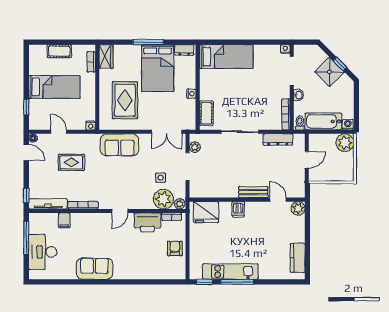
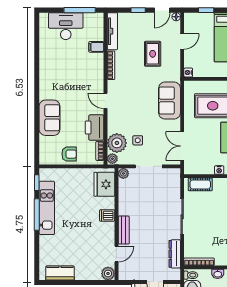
plant: (195, 147) -> (123, 173), moved
window: (26, 195) -> (138, 10), moved
sofa: (94, 269) -> (50, 118), moved

